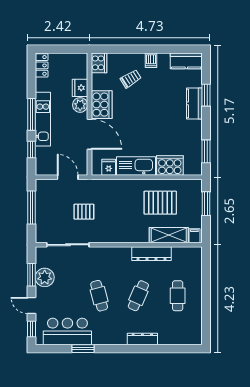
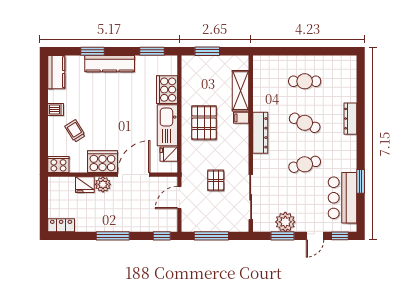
kitchen counter: (194, 103) -> (110, 64), width x1.50
kitchen unit: (43, 119) -> (118, 224), removed
window: (31, 149) -> (162, 236), moved
pallet: (160, 203) -> (204, 123), moved
filing cabinet: (194, 236) -> (241, 118), moved
dresser: (151, 254) -> (260, 133), moved

